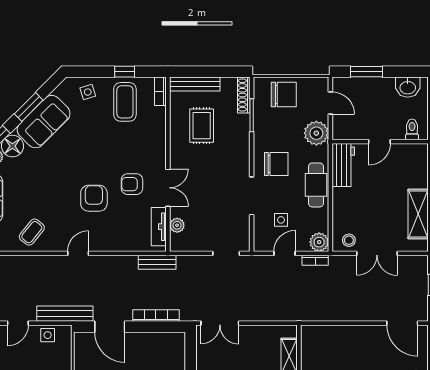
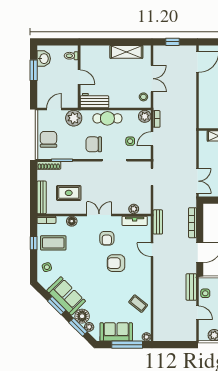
window: (366, 72) -> (34, 70), moved
floor lamp: (158, 130) -> (72, 221), added
chair: (276, 164) -> (94, 144), turned -90
double door: (168, 188) -> (99, 215), moved
door: (78, 253) -> (152, 250), moved
door: (284, 253) -> (152, 139), hinge flipped
bench: (65, 314) -> (191, 287), width x0.73

